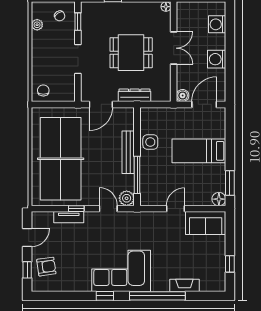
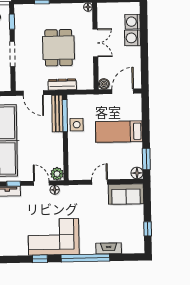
dining table: (131, 53) -> (59, 48), turned 90
washing machine: (217, 59) -> (133, 38), moved
door: (101, 104) -> (33, 93), hinge flipped
bench: (128, 152) -> (57, 113), moved
window: (137, 175) -> (65, 116), moved
floor lamp: (123, 217) -> (55, 190), added

